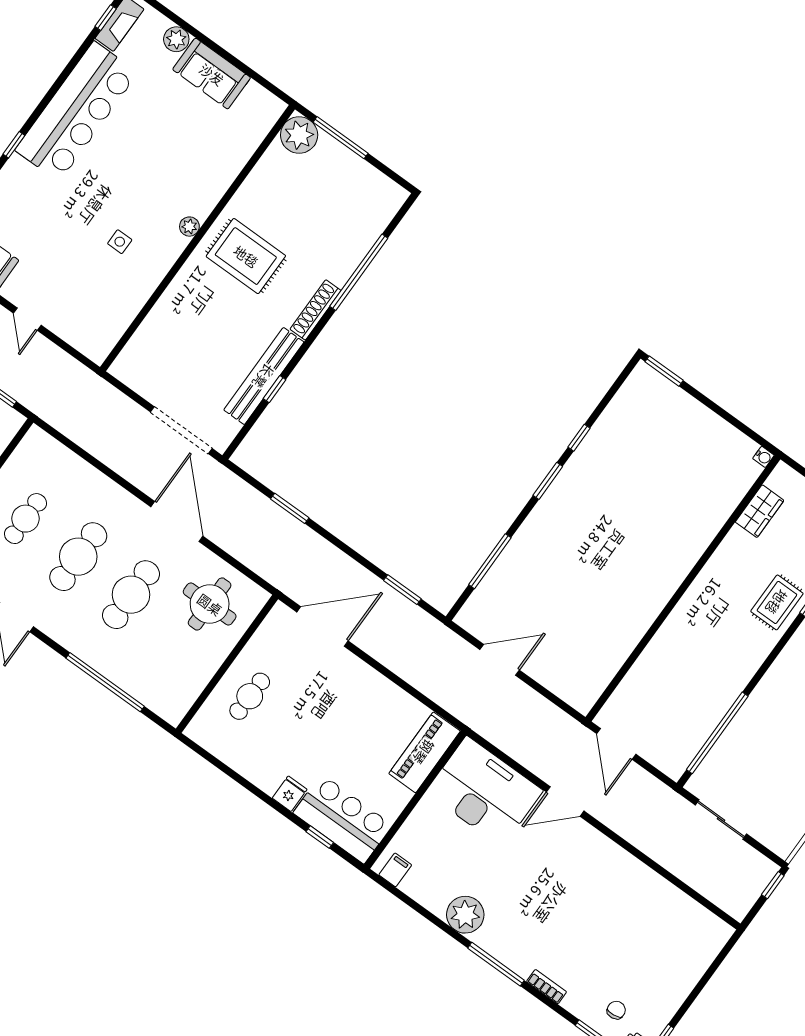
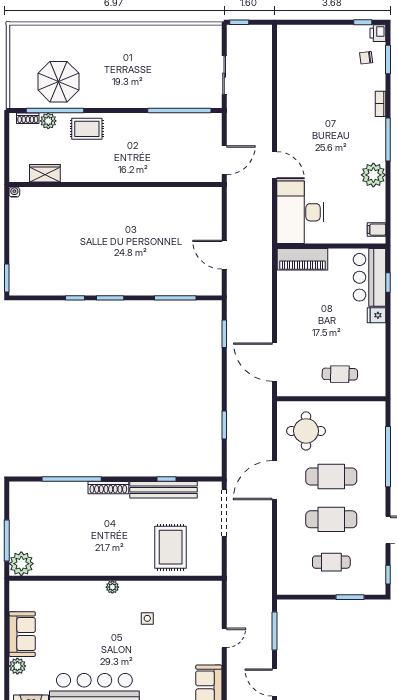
rug: (246, 256) -> (171, 547), moved

